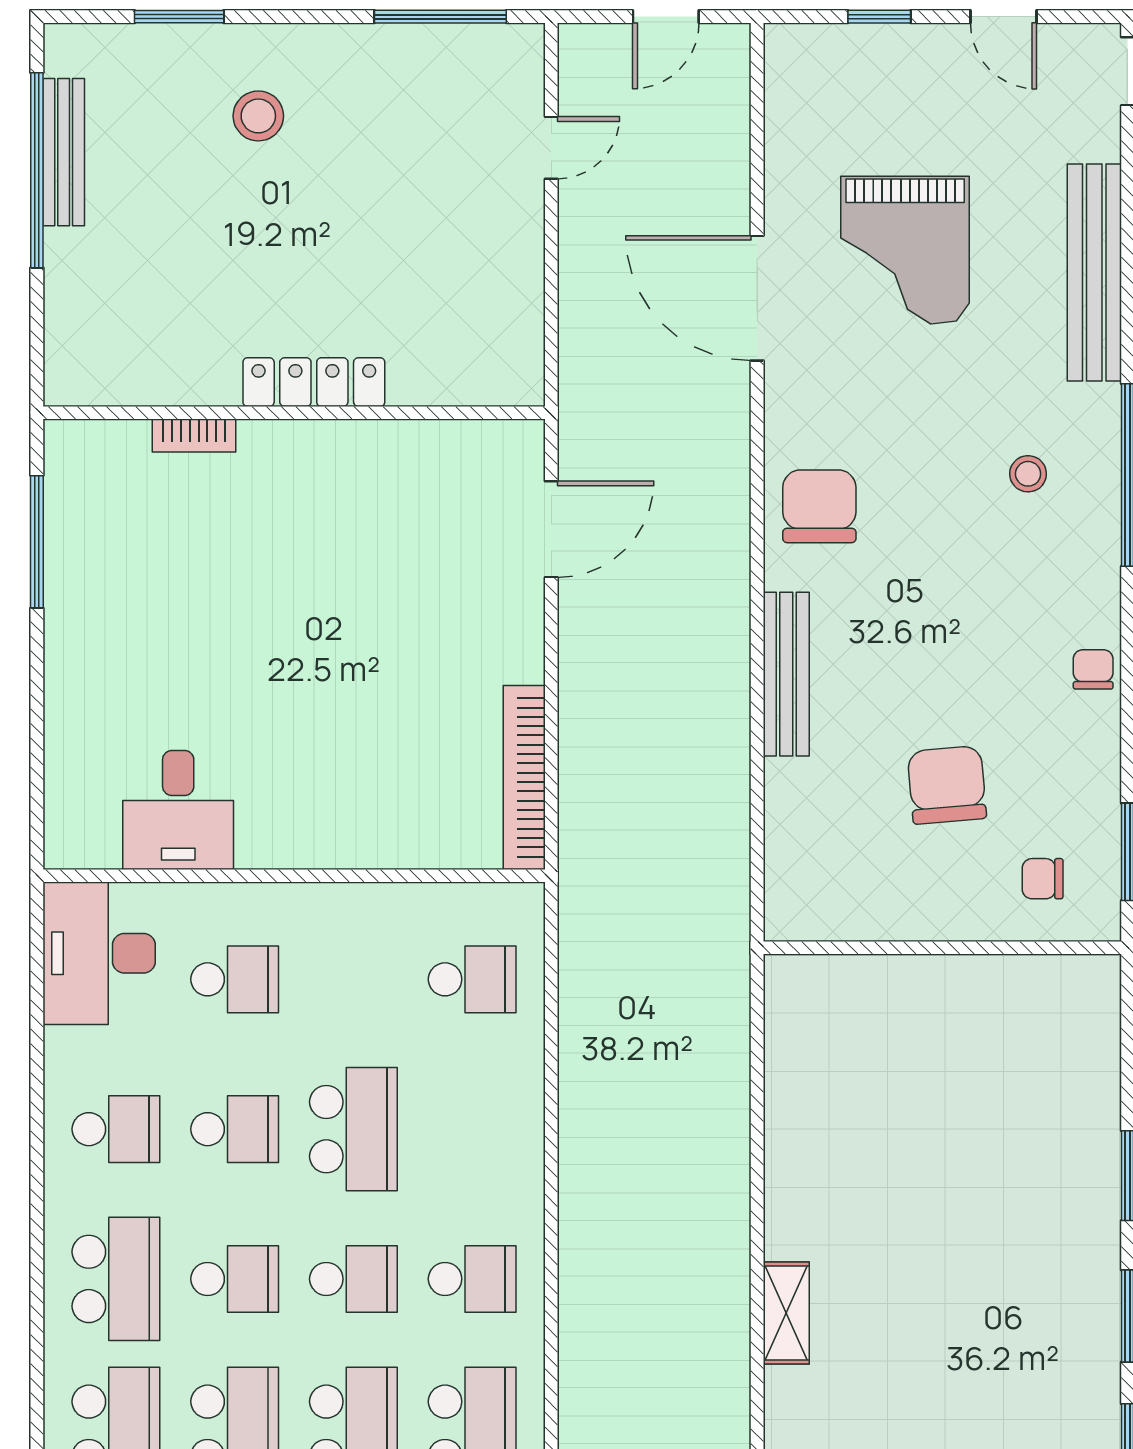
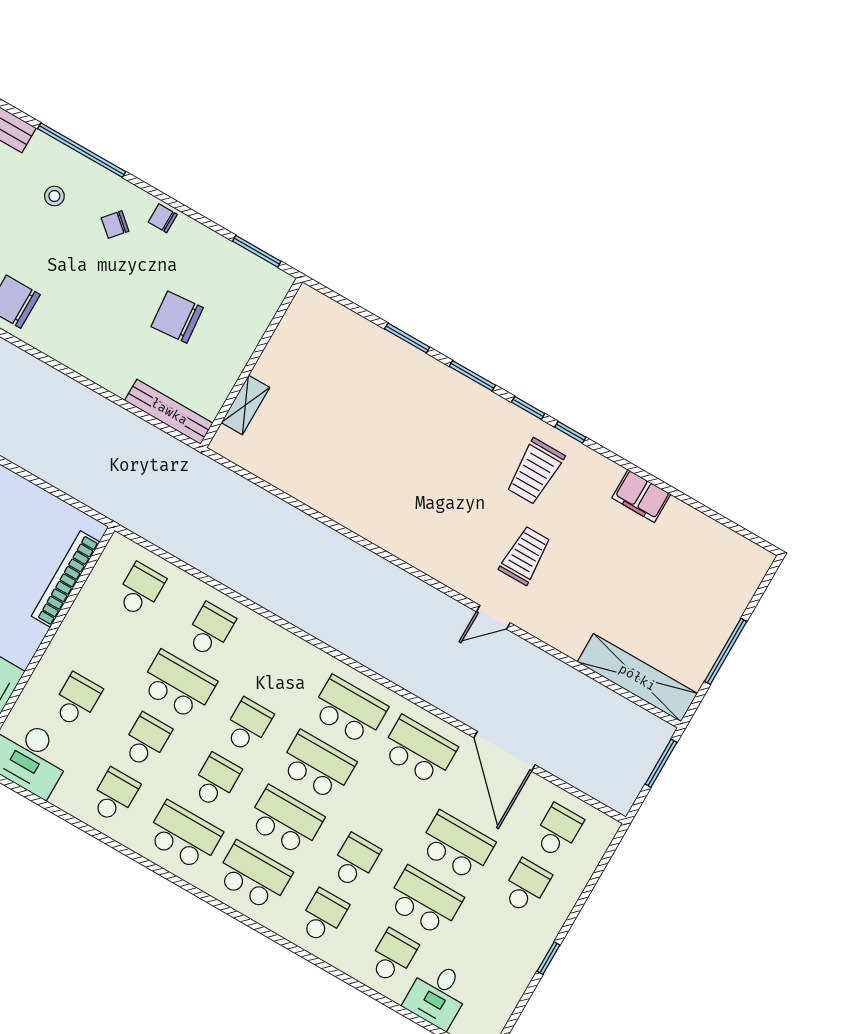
bench: (786, 674) -> (169, 412), moved
bookcase: (524, 777) -> (65, 579), moved, turned 90
chair: (1043, 879) -> (115, 225), moved, turned 41
school desk: (472, 1279) -> (210, 630), moved
shelving: (786, 1313) -> (245, 405), moved, turned 90

